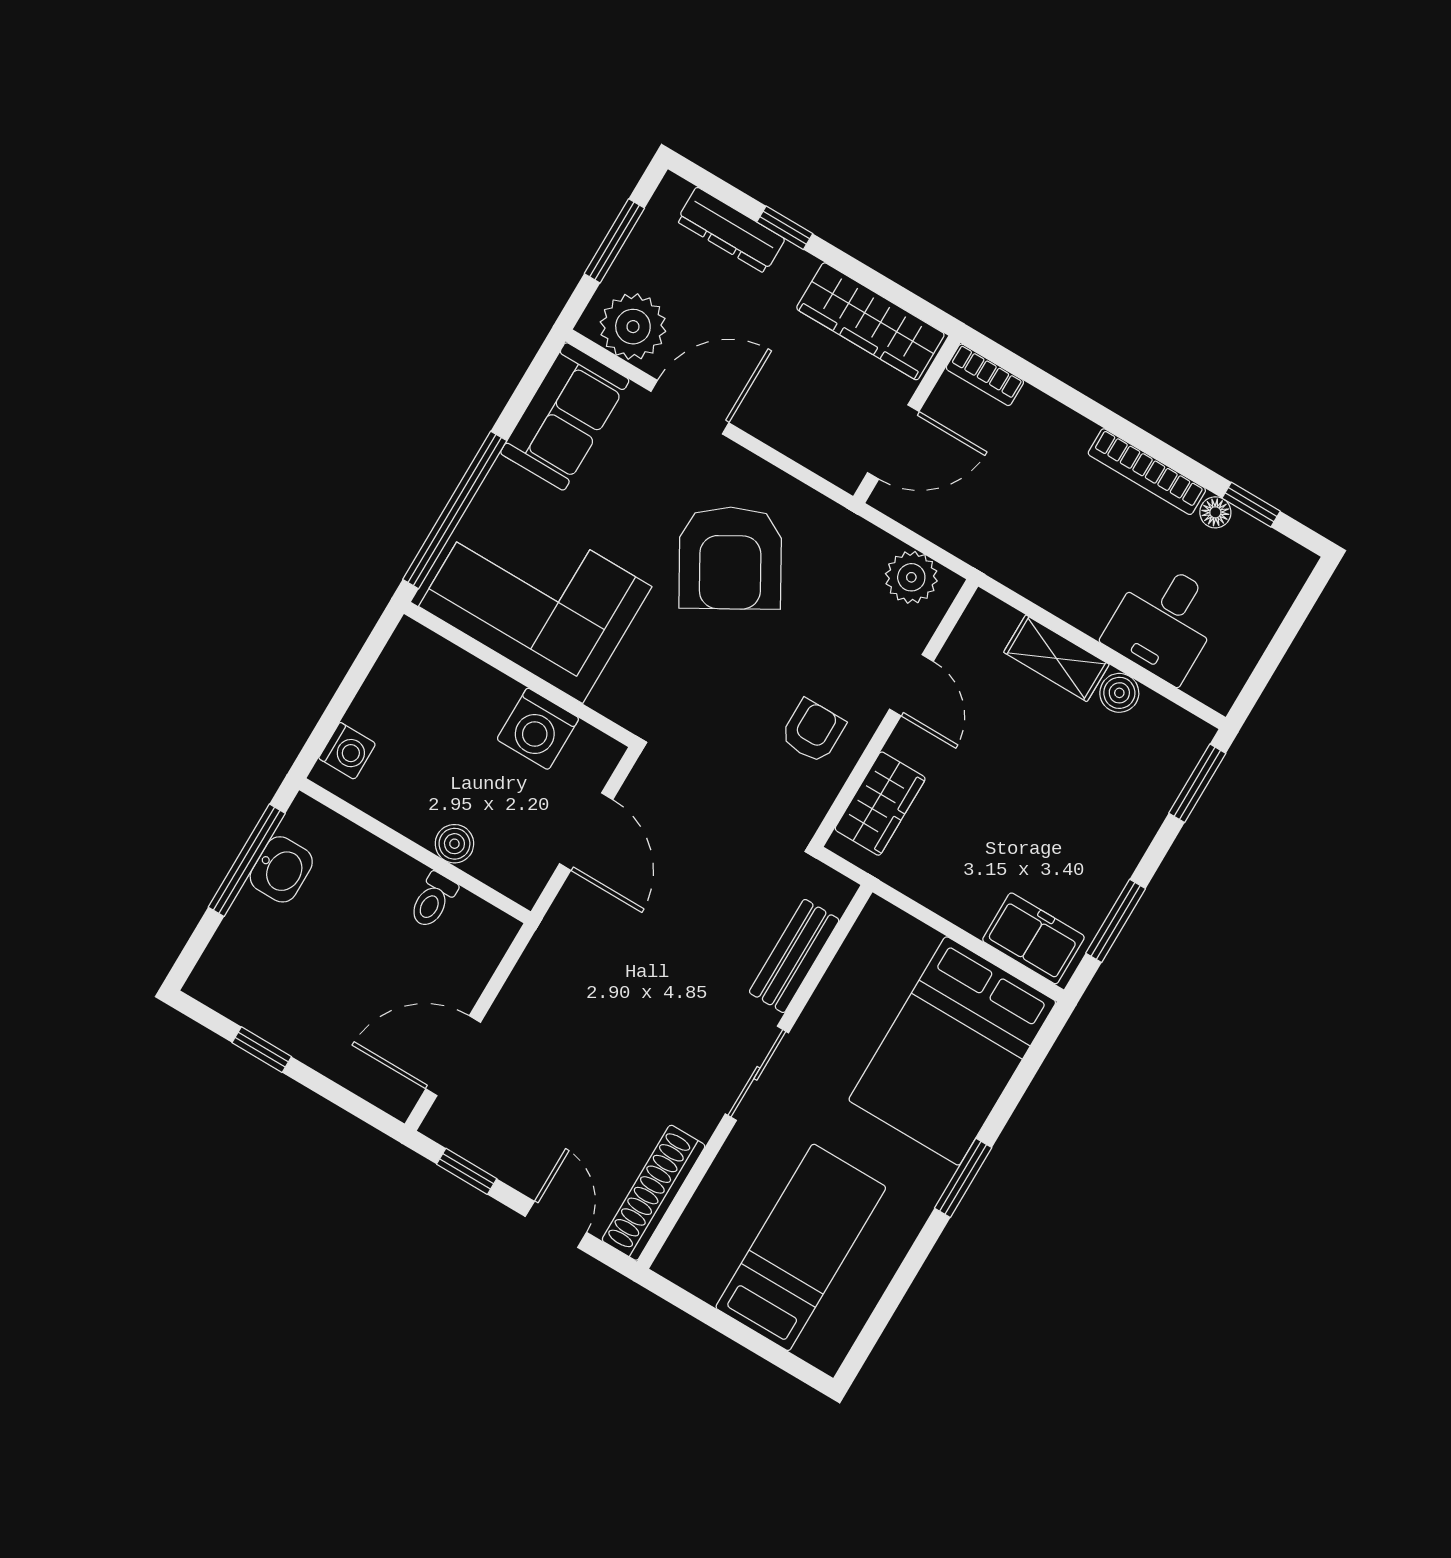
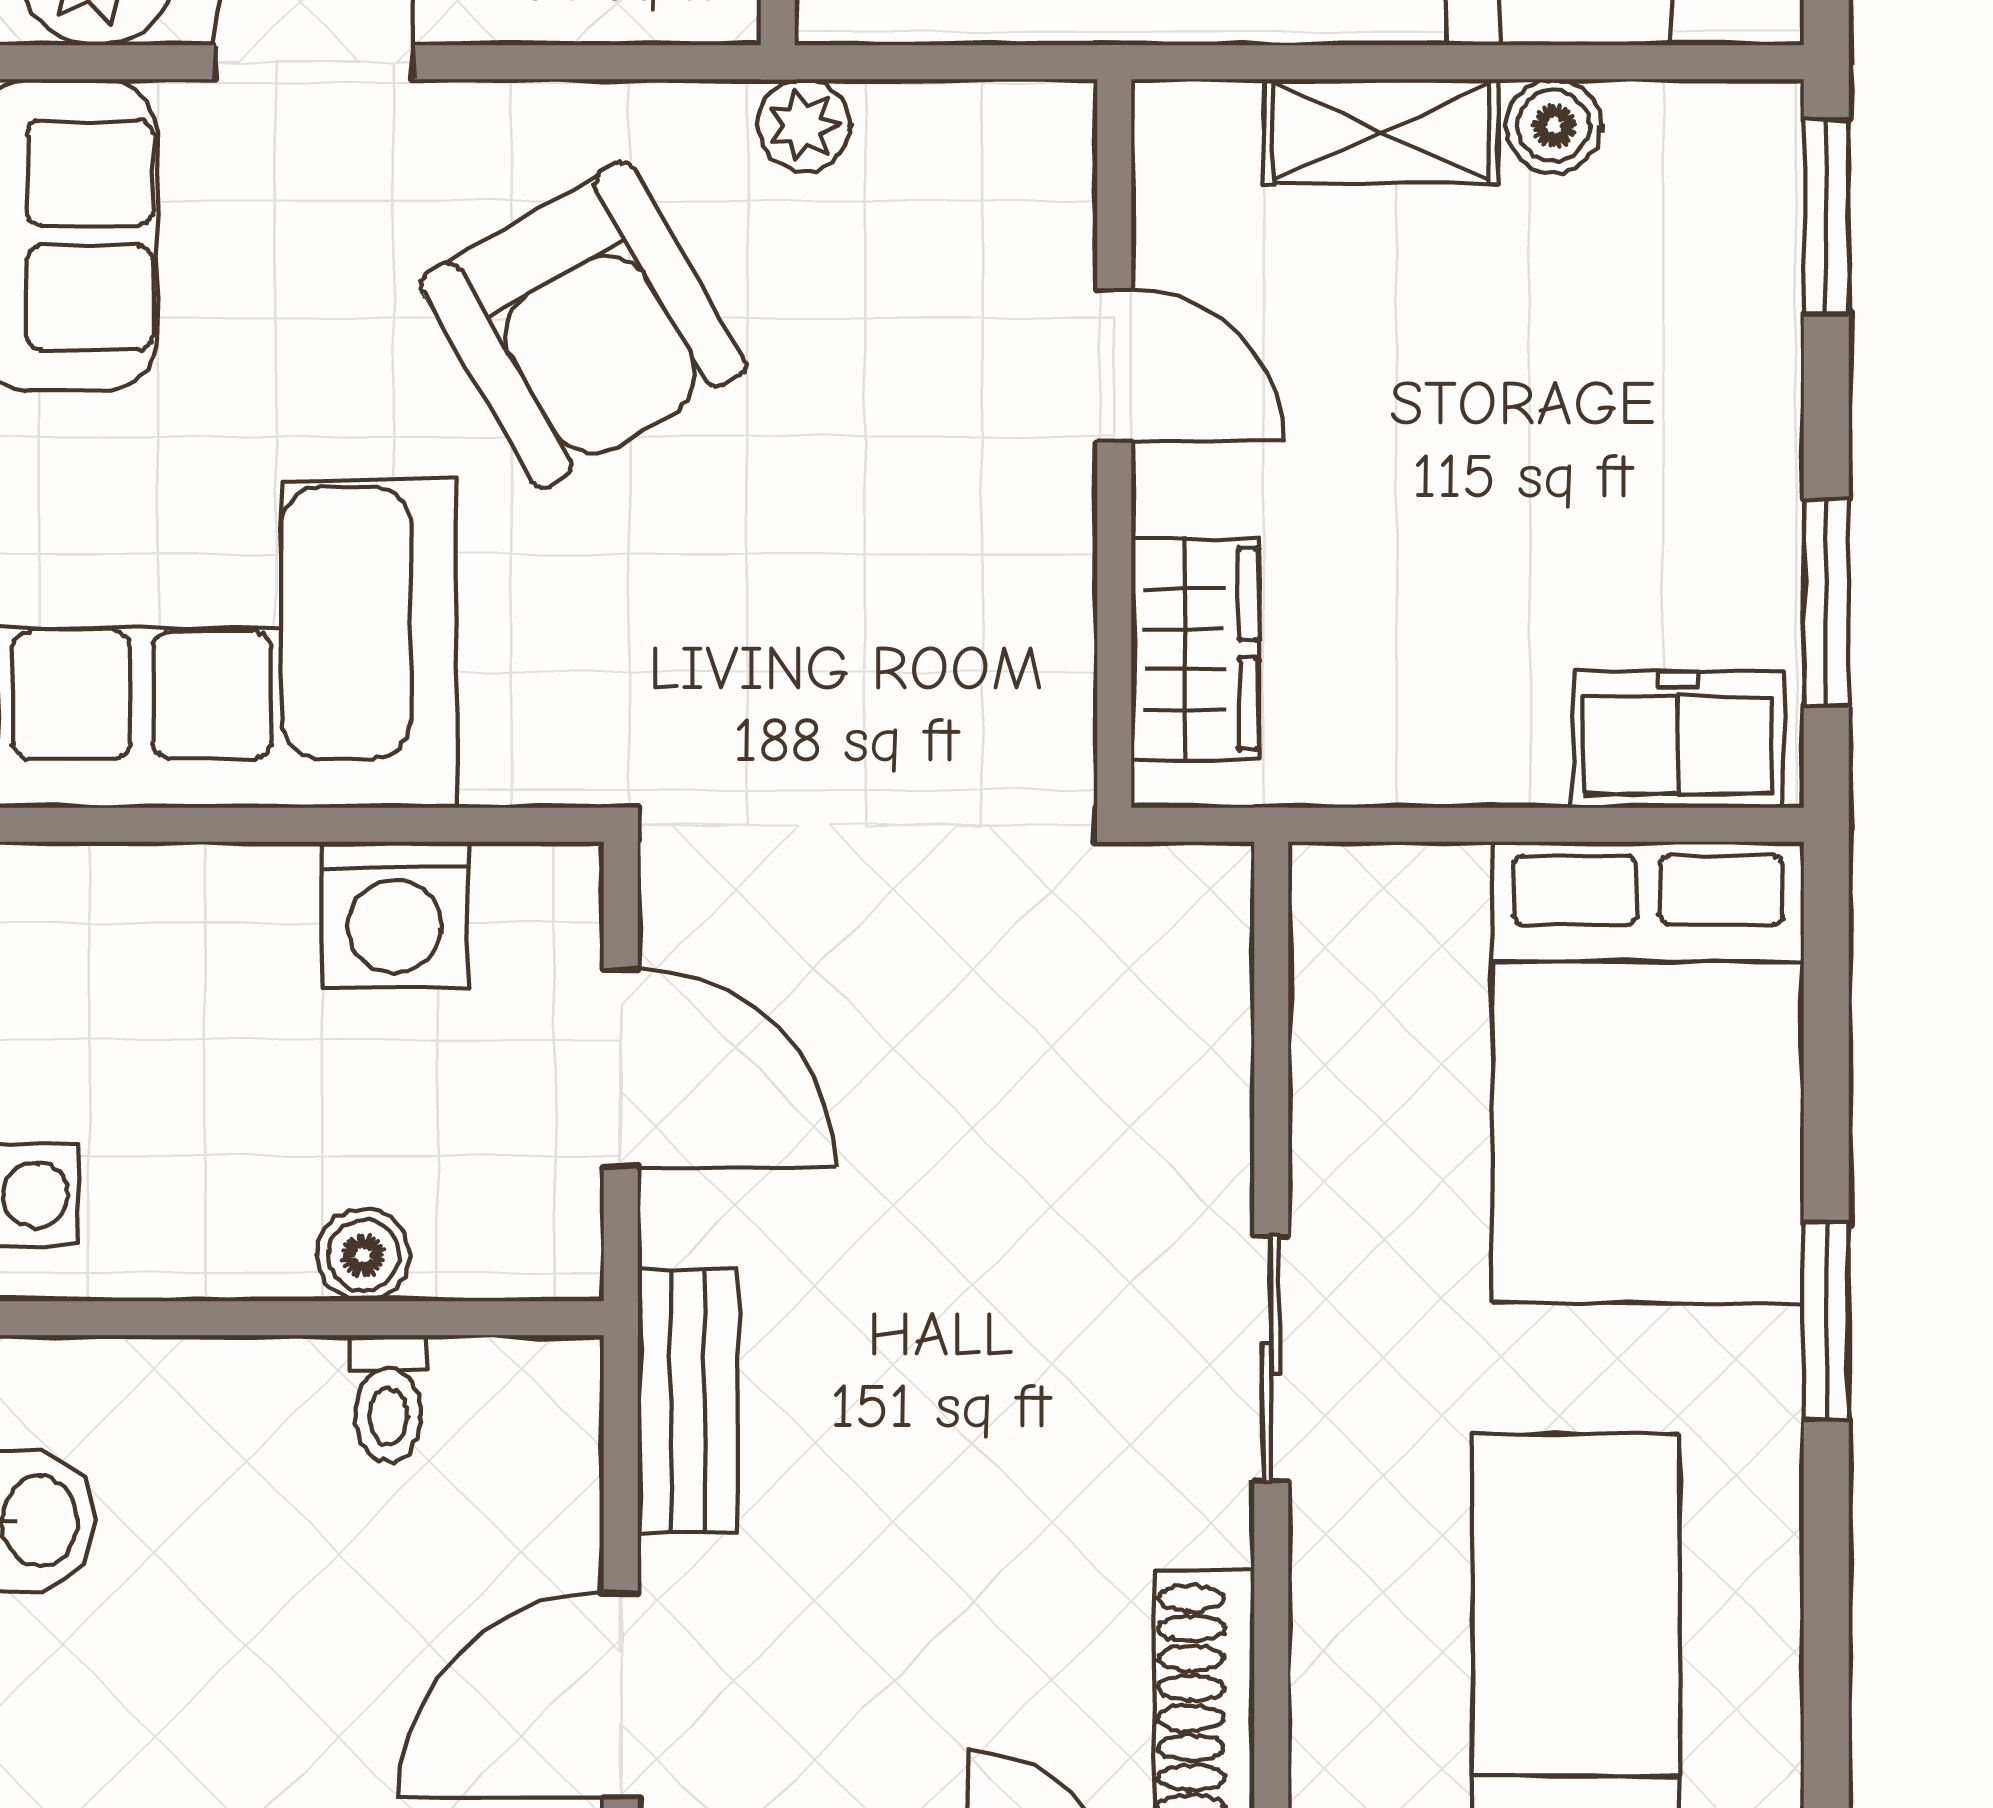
plant: (911, 577) -> (803, 125), moved, width x0.73, depth x0.73
armchair: (813, 731) -> (966, 582), removed
bench: (794, 956) -> (688, 1401), moved

